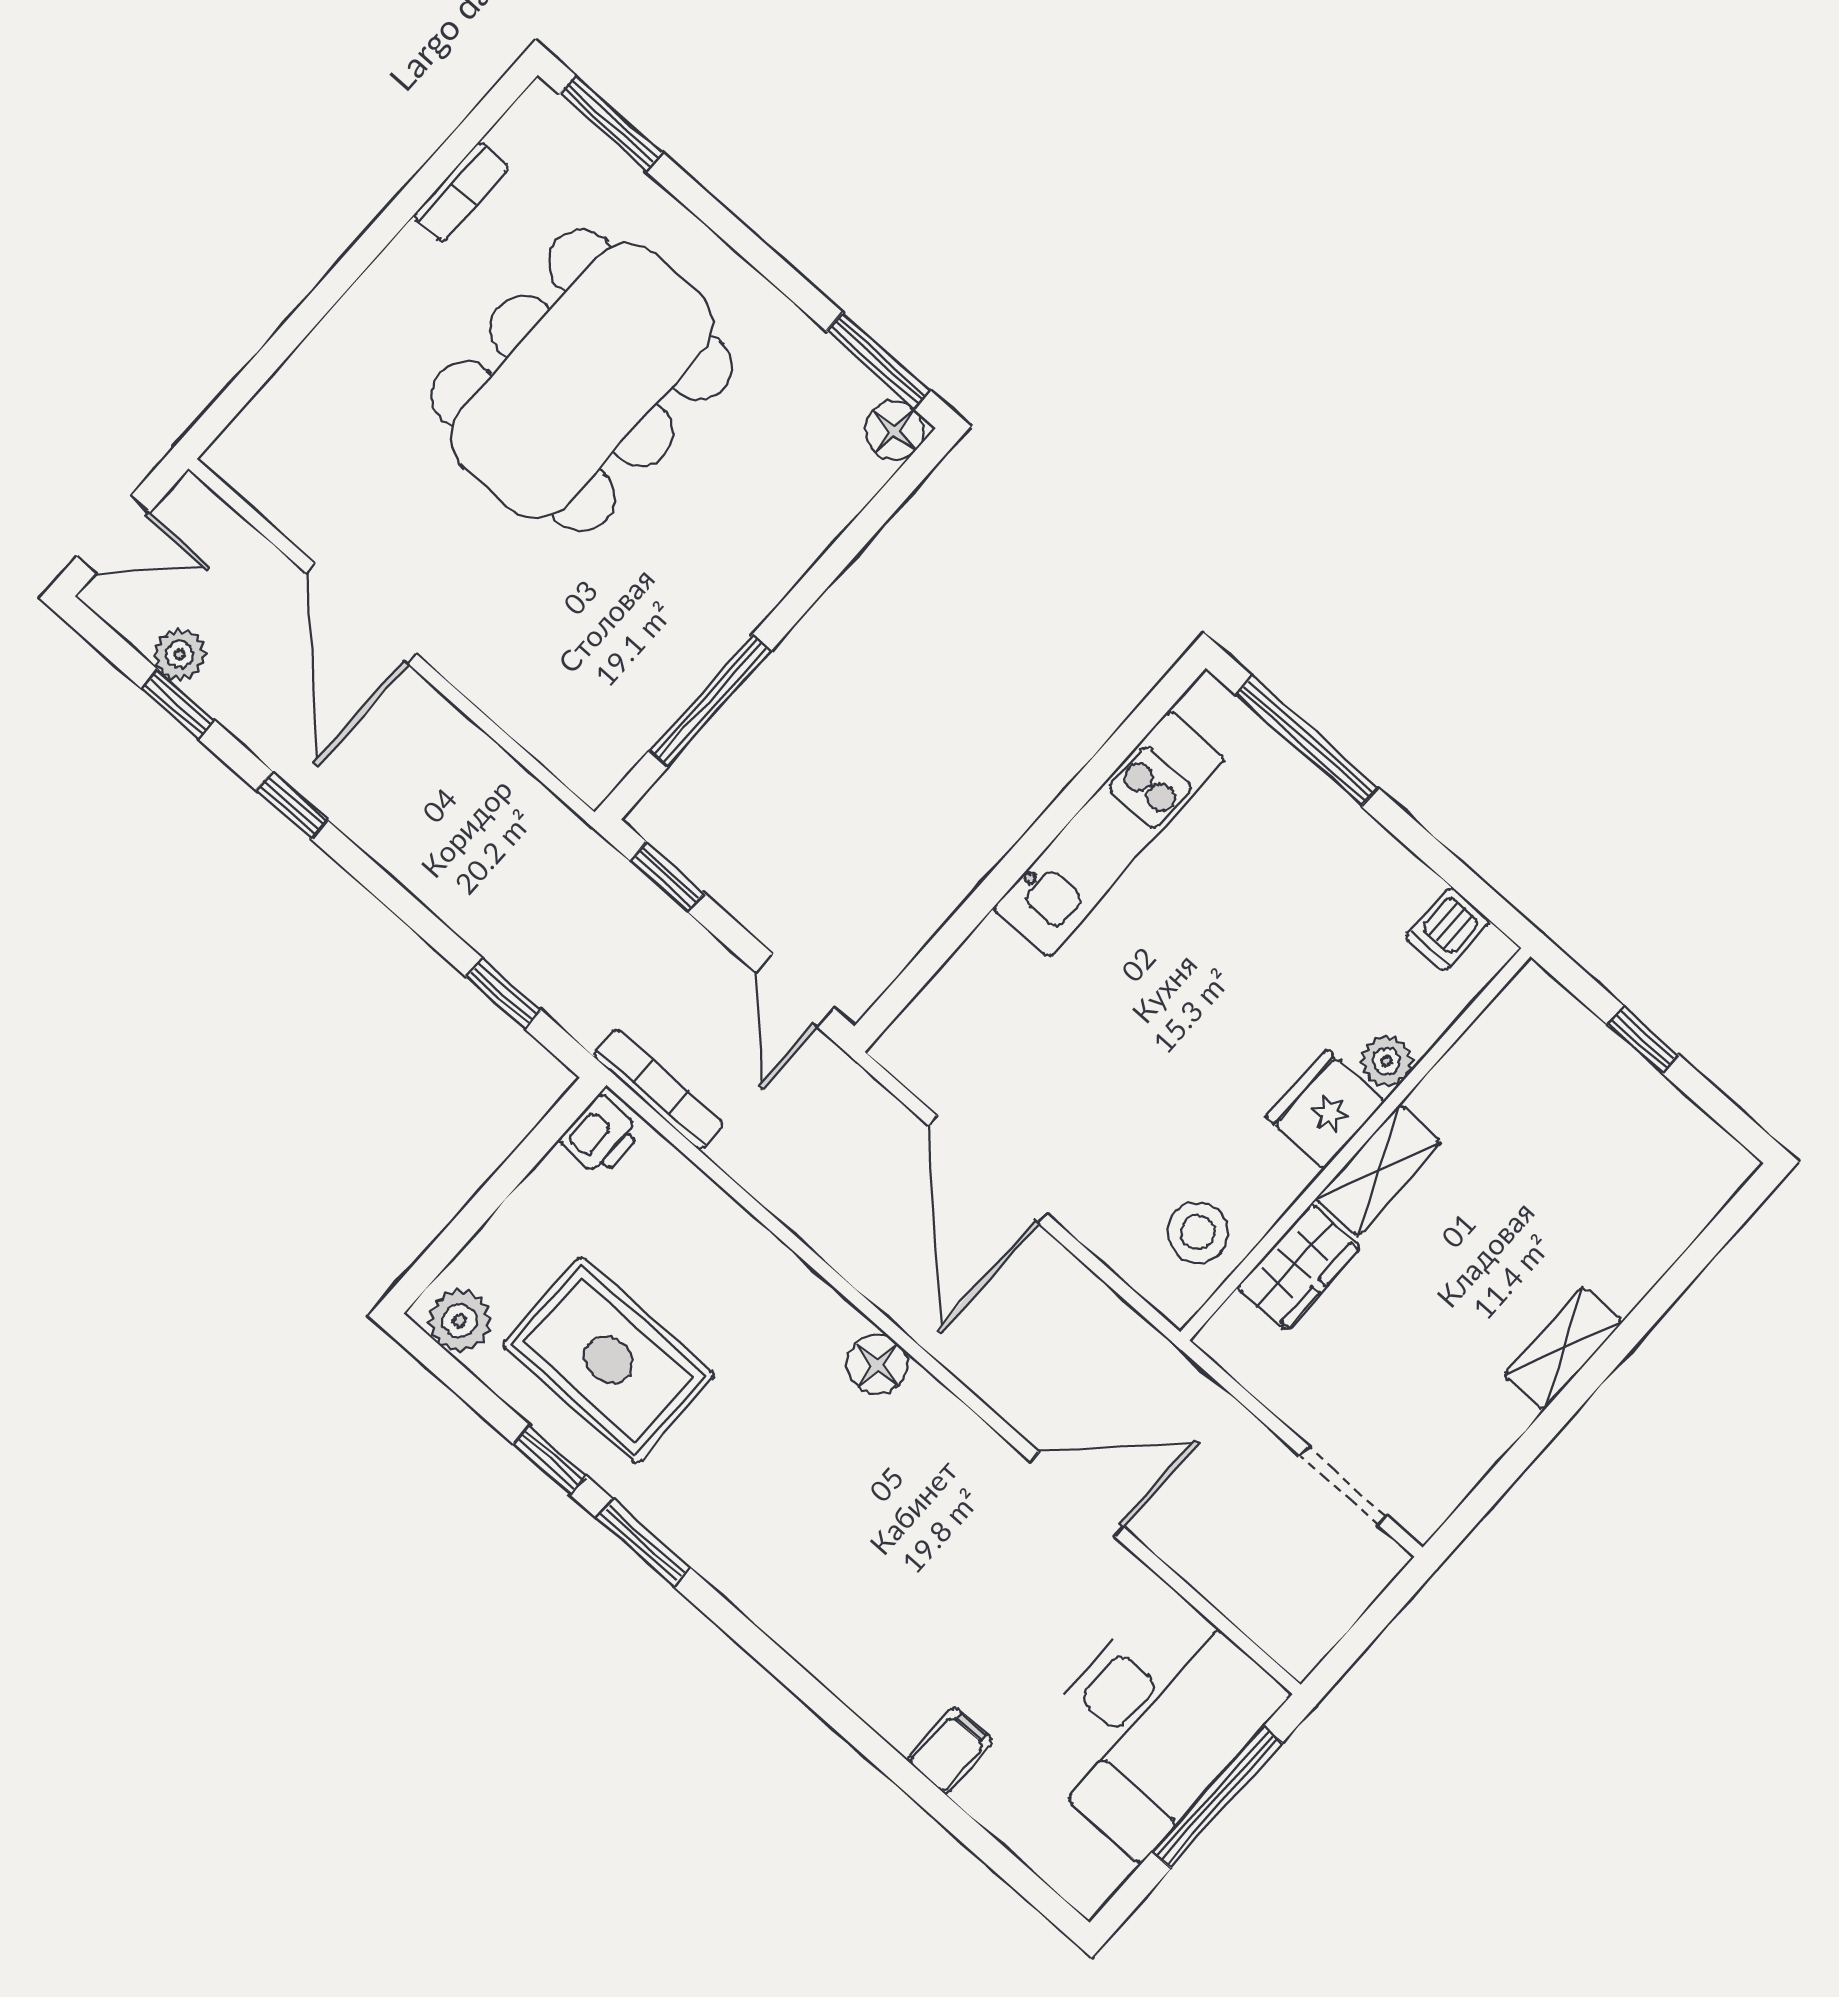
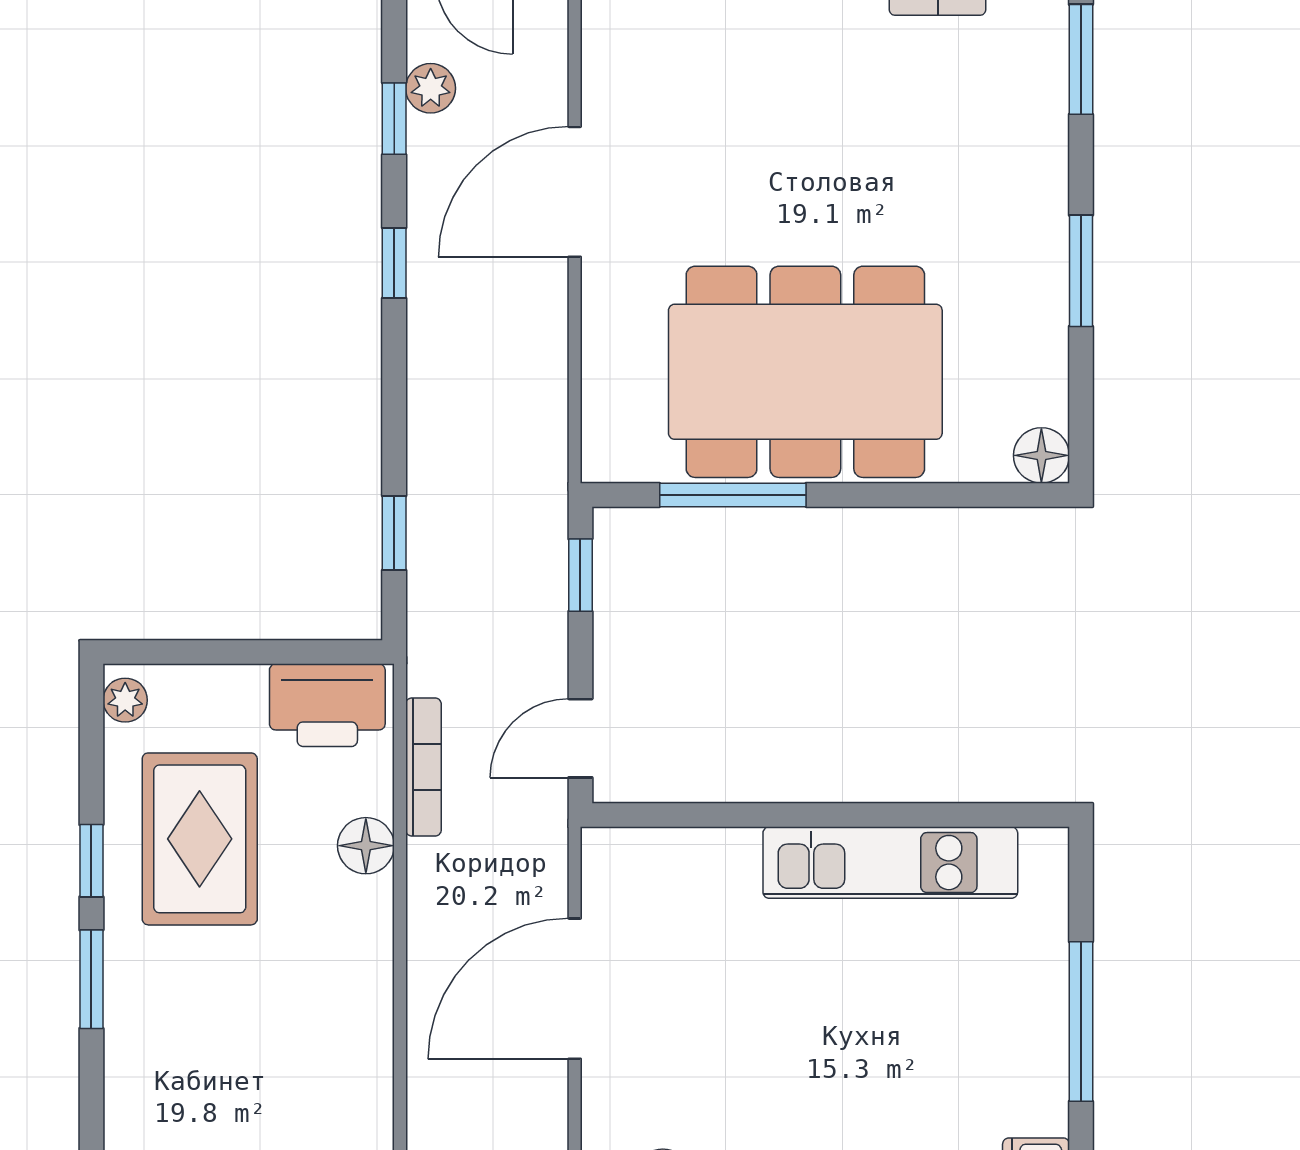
window: (878, 361) -> (1081, 271), moved
dining table: (582, 381) -> (805, 372), moved
window: (1307, 741) -> (1081, 1022), moved
bookcase: (658, 1090) -> (423, 767), moved
printer: (601, 1136) -> (327, 705), width x1.87, depth x1.48
plant: (460, 1321) -> (125, 700), width x0.73, depth x0.73
floor lamp: (877, 1365) -> (366, 846), moved

